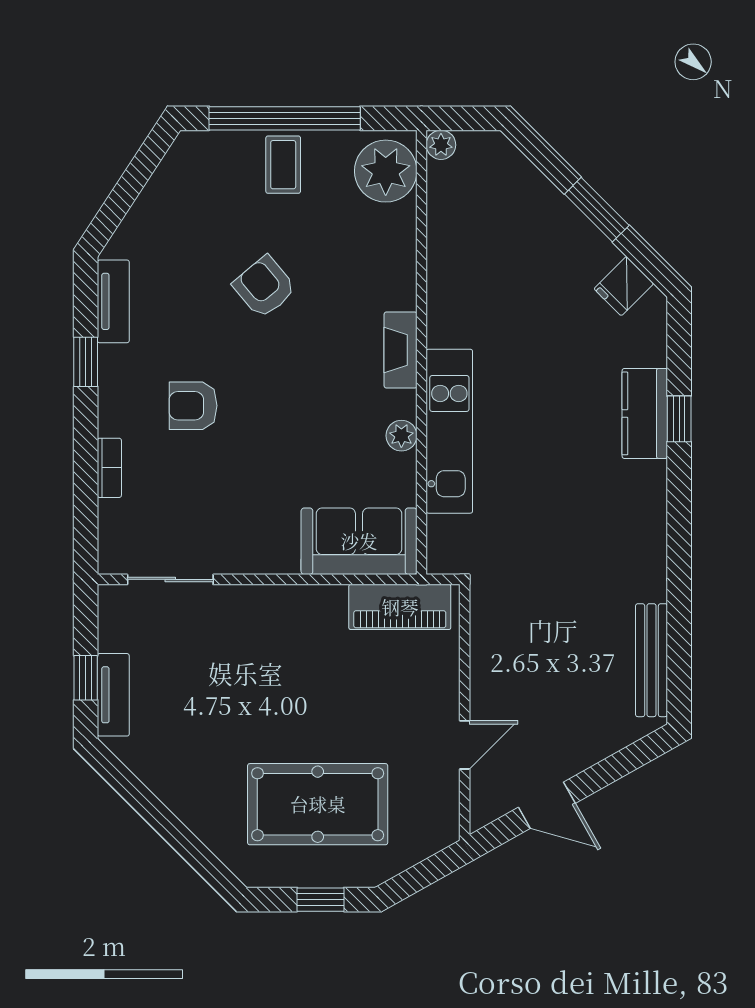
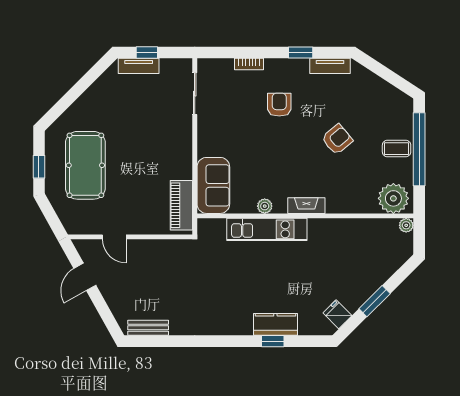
bench: (652, 660) -> (148, 328), width x0.73

